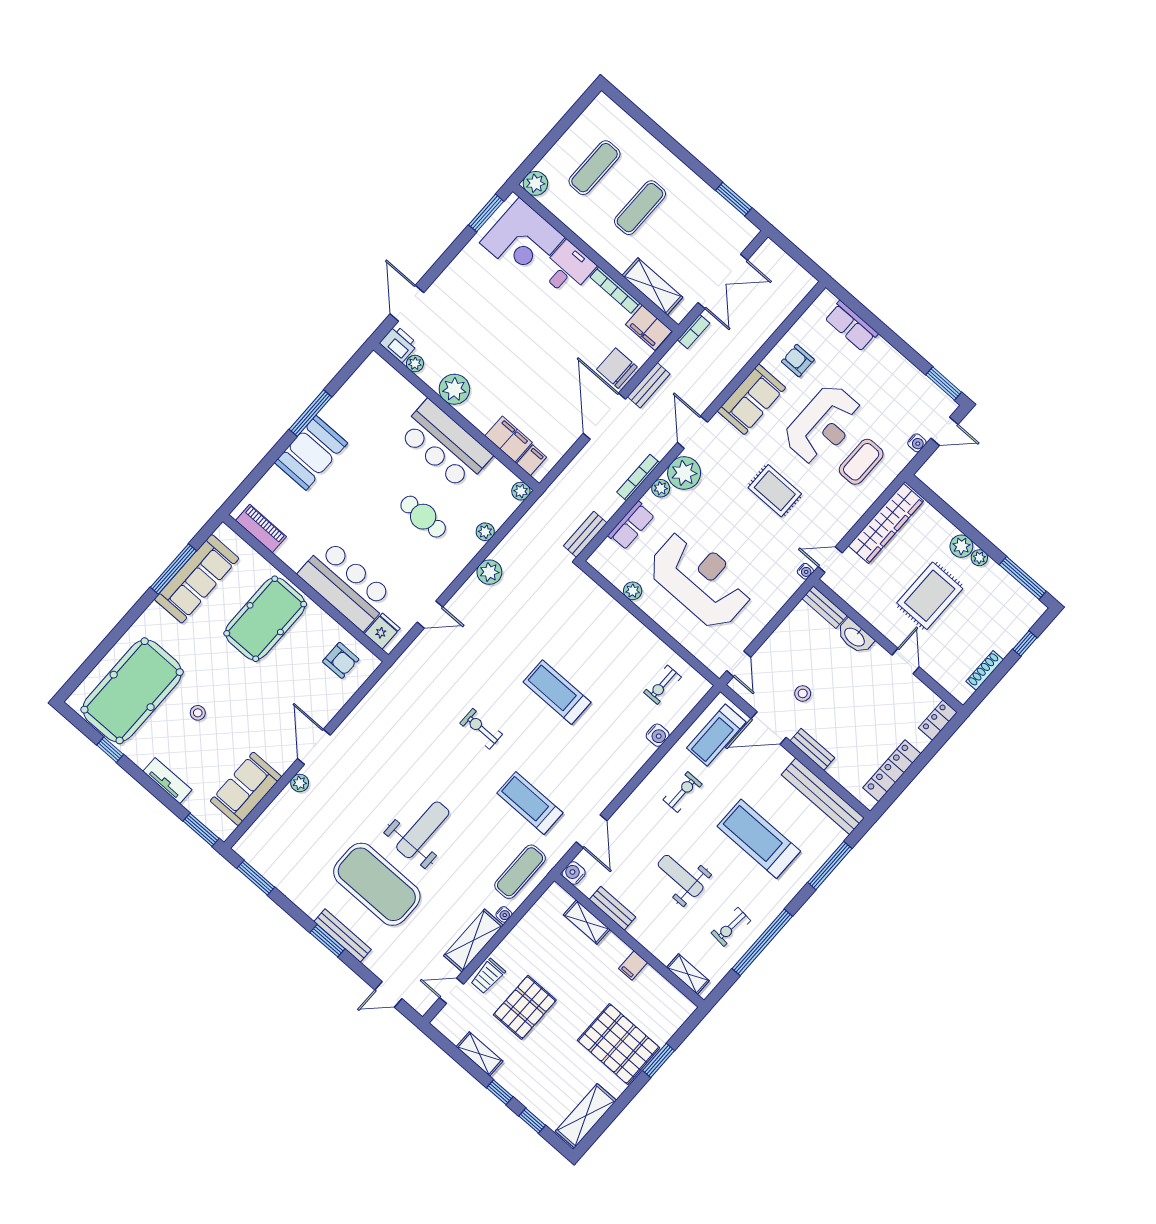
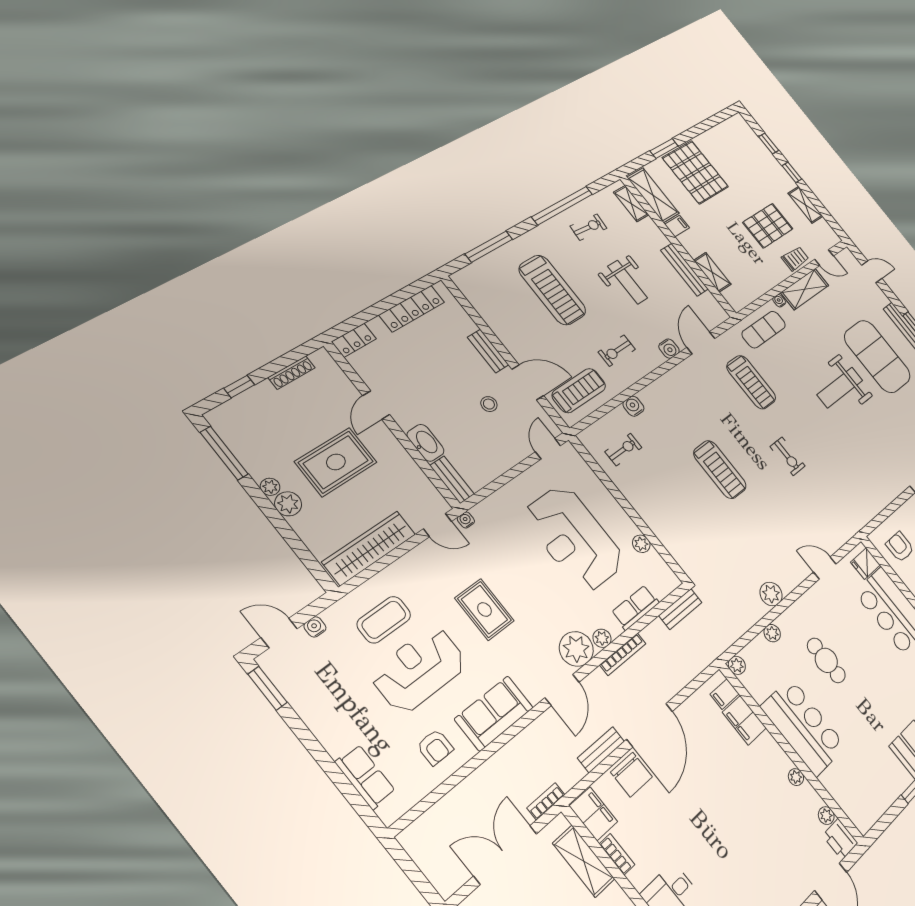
bookcase: (615, 290) -> (617, 854), width x0.64
plant: (454, 389) -> (796, 777), width x0.53, depth x0.53
bench: (823, 796) -> (485, 307), removed
water cooler: (574, 873) -> (669, 349), moved
bench: (612, 908) -> (685, 270), width x1.36
shelving: (586, 1116) -> (653, 195), moved, turned 90

